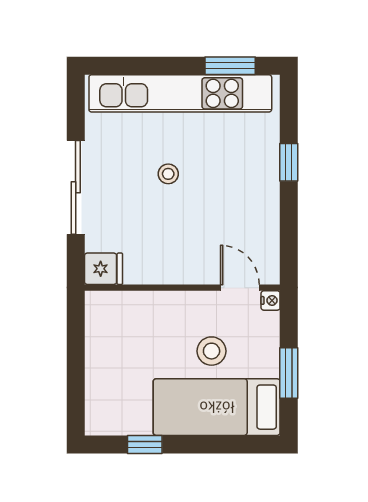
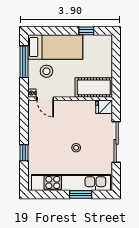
window: (230, 66) -> (81, 195), moved
cot: (128, 313) -> (94, 87), added
stool: (212, 351) -> (46, 71), moved
window: (289, 373) -> (24, 62), width x1.44

